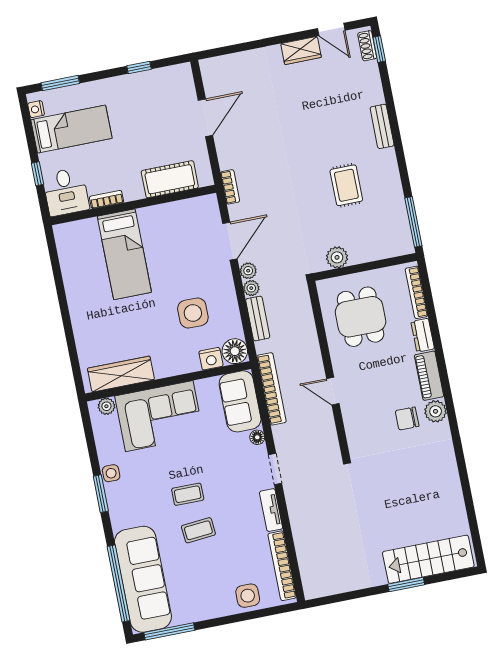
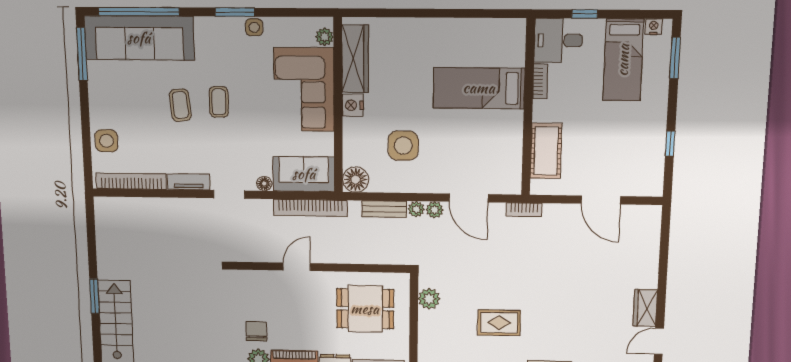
nightstand: (211, 359) -> (353, 105), moved

